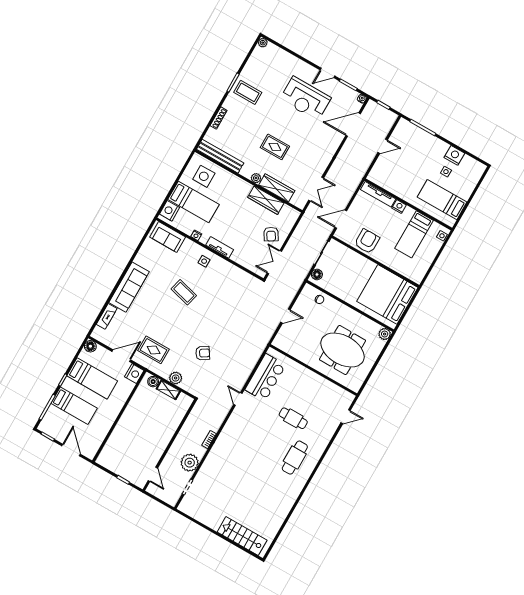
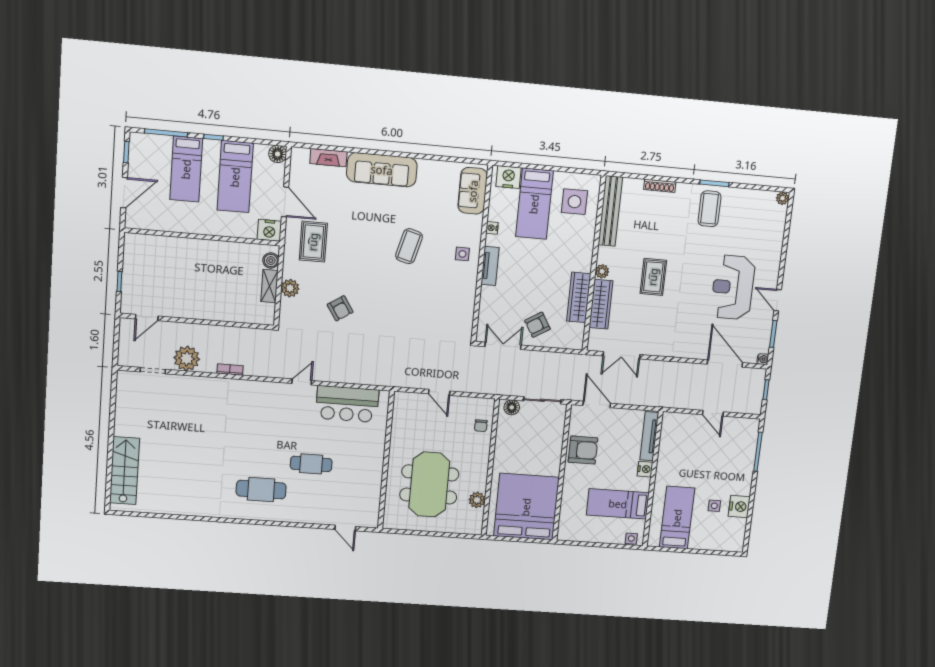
plant: (385, 334) -> (477, 500), moved
cafe table: (293, 418) -> (311, 464), turned 90

